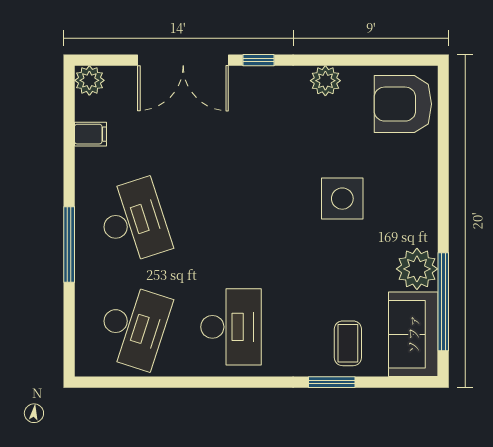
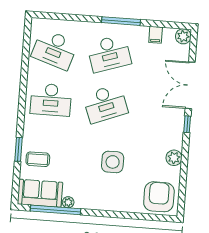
desk: (231, 221) -> (105, 104), added
window: (69, 244) -> (121, 21), moved
plant: (417, 269) -> (68, 202), width x0.53, depth x0.53

